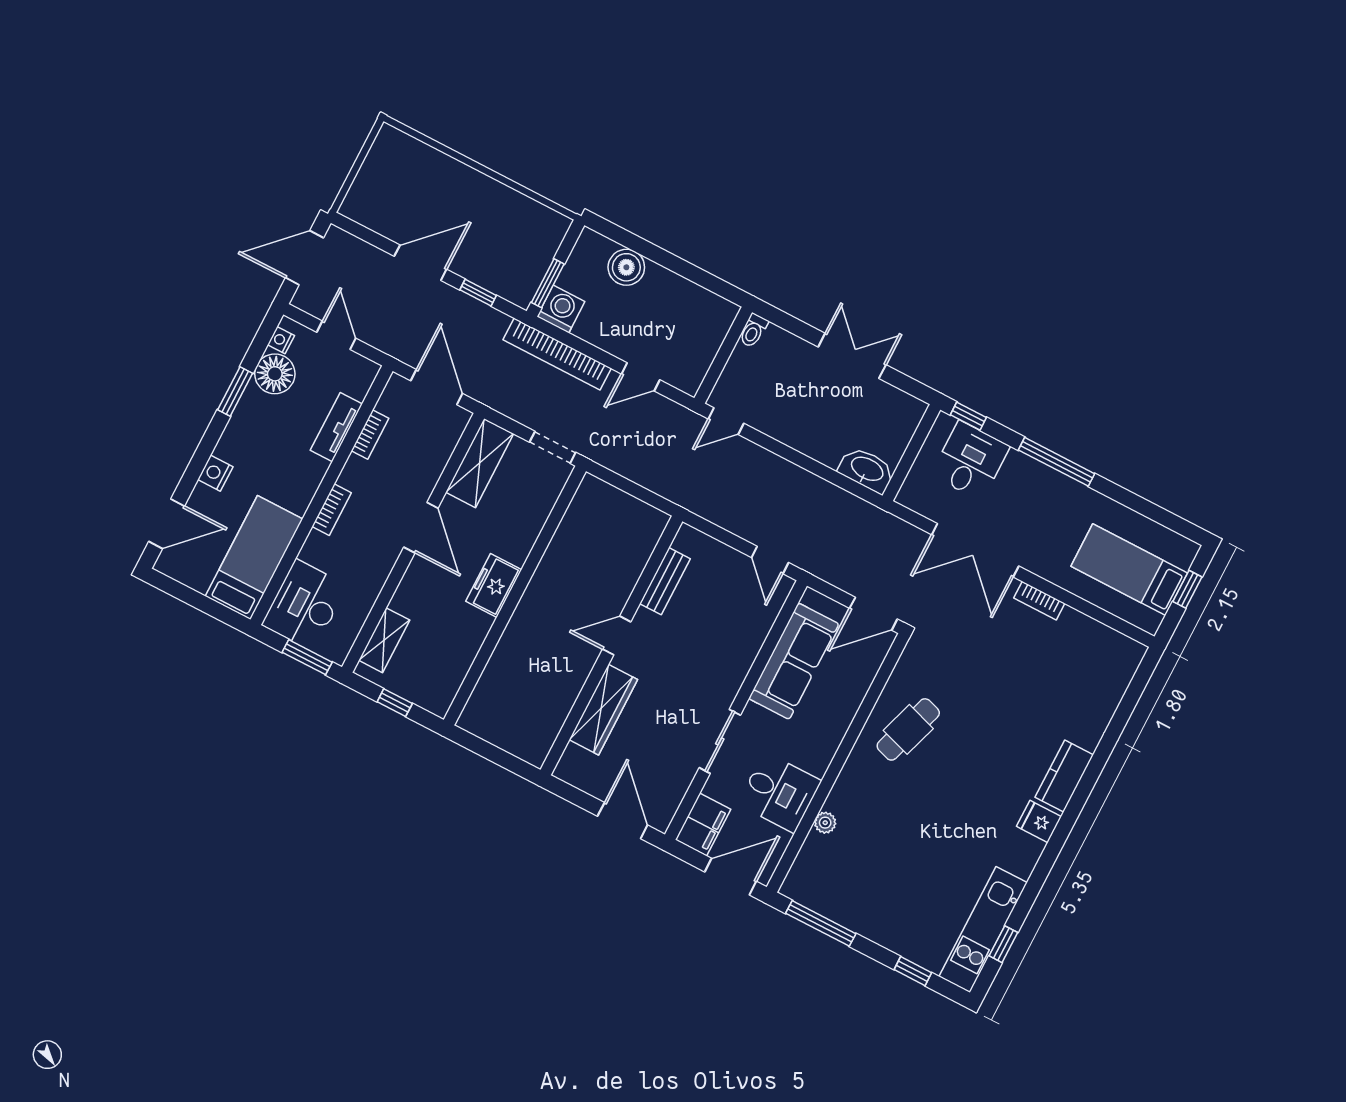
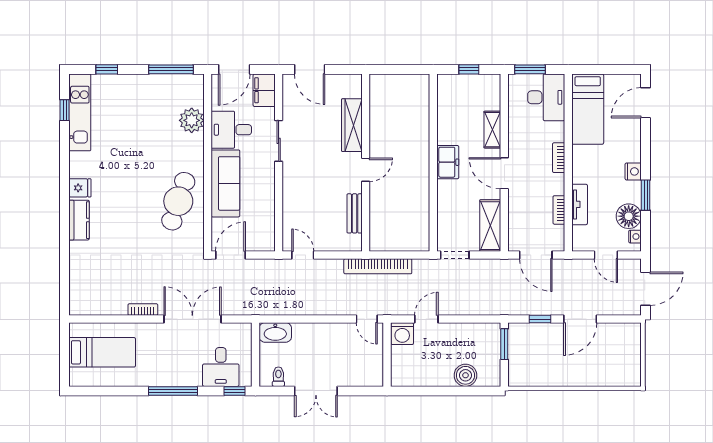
washing machine: (561, 309) -> (402, 334), moved
toilet: (753, 331) -> (278, 377), moved
bookcase: (557, 354) -> (378, 266), moved, turned 180
door: (726, 421) -> (367, 319), swing flipped
nightstand: (215, 473) -> (633, 171), moved
window: (1187, 589) -> (65, 358), removed
shelving: (384, 640) -> (492, 130), moved
sofa: (794, 661) -> (225, 183), moved, turned 180
cafe table: (908, 729) -> (178, 201), width x1.37, depth x1.35
plant: (825, 823) -> (192, 120), width x1.87, depth x1.87

